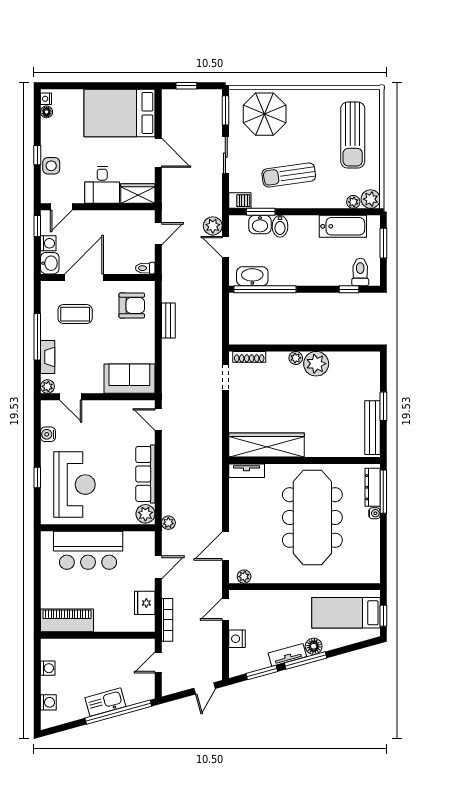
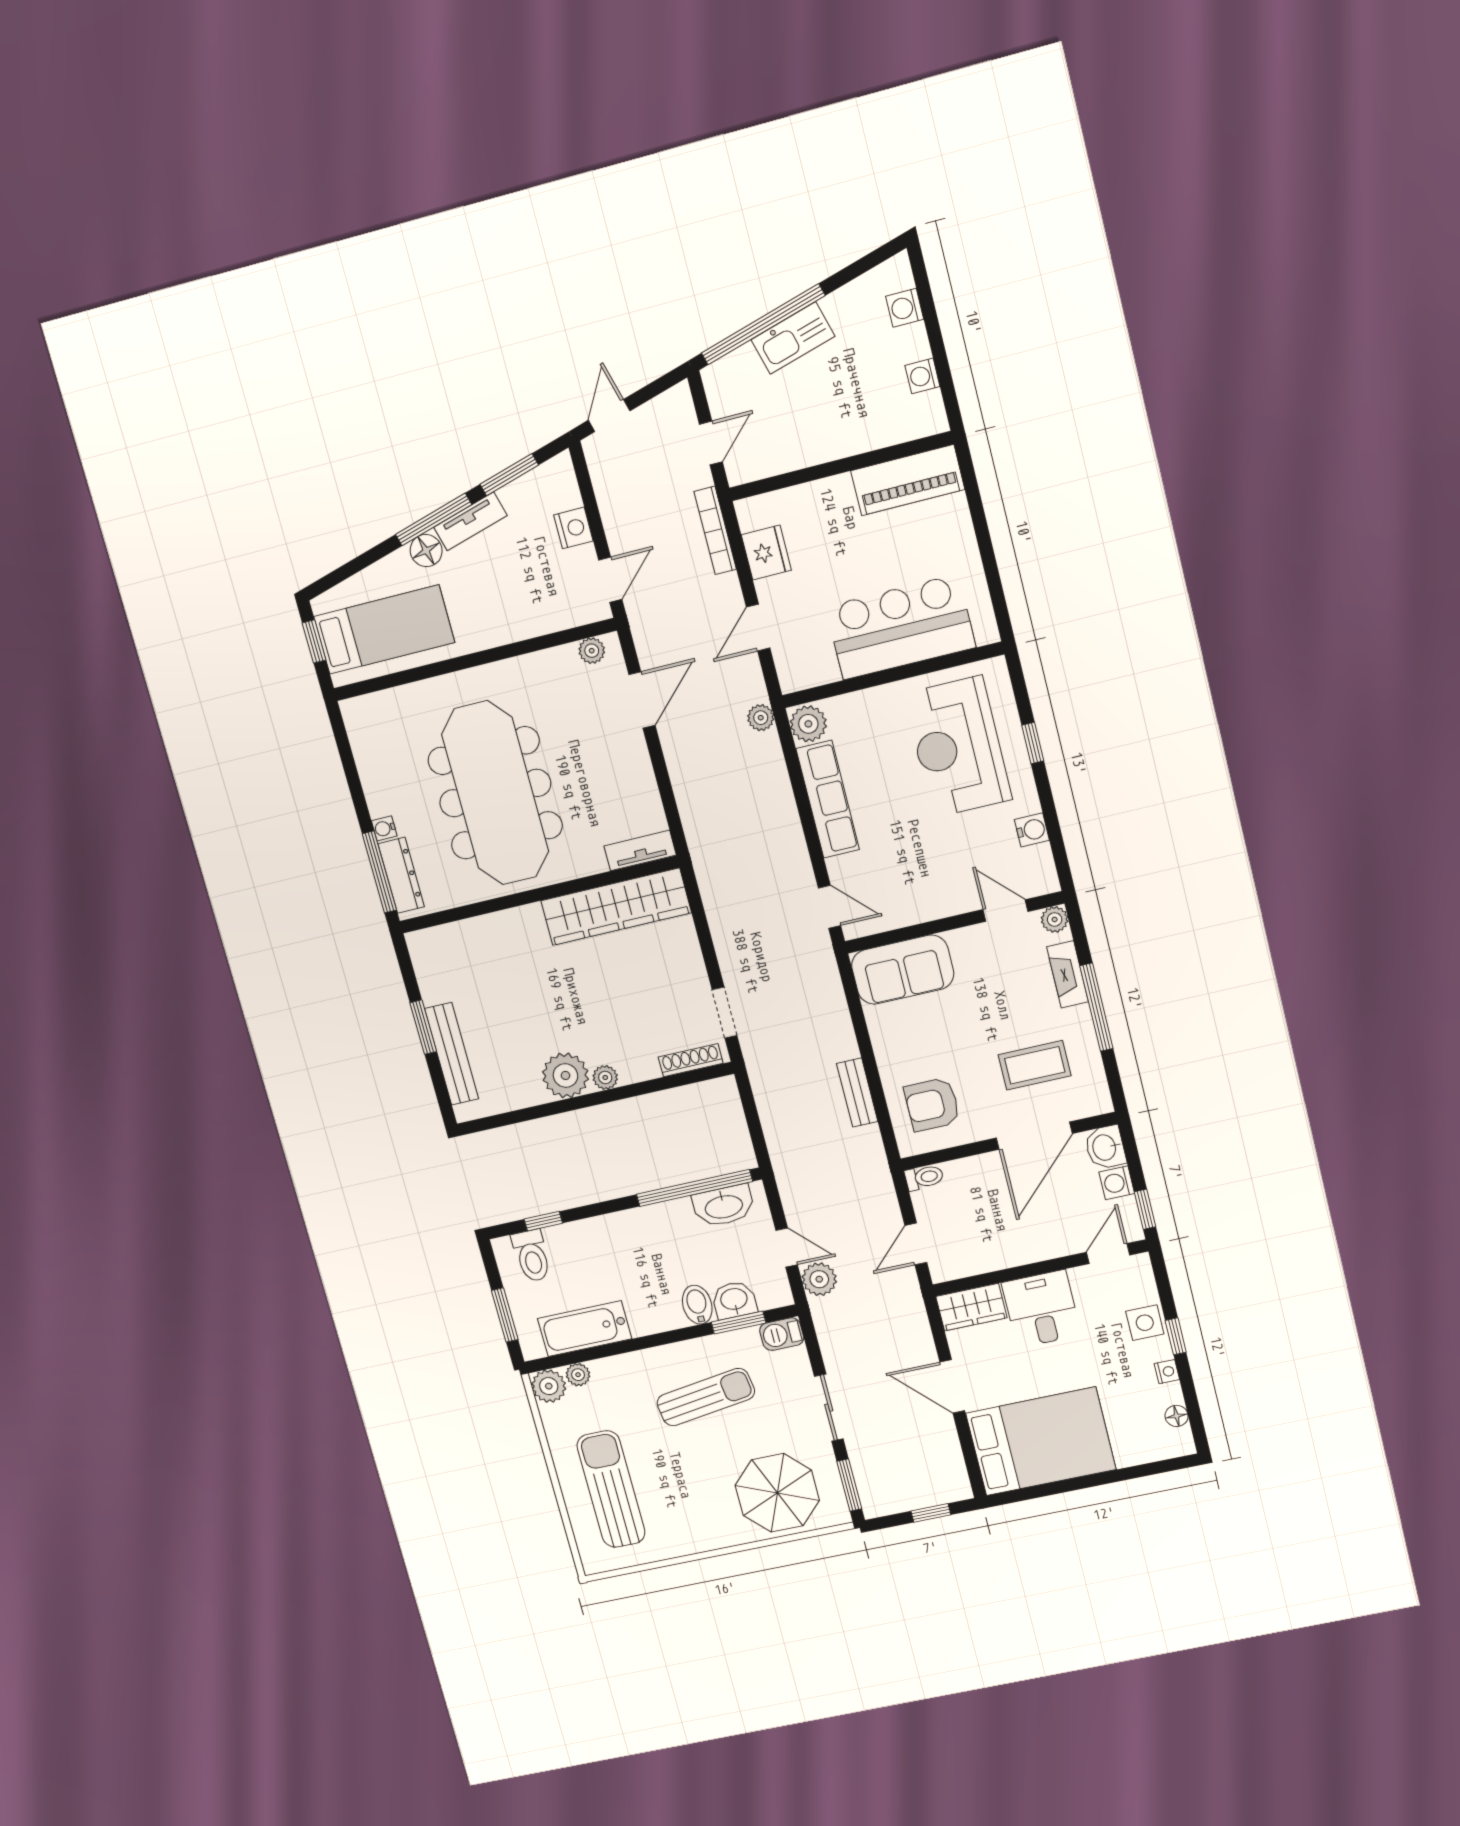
nightstand: (46, 99) -> (1167, 1372), moved
bench: (372, 428) -> (452, 1054), moved

